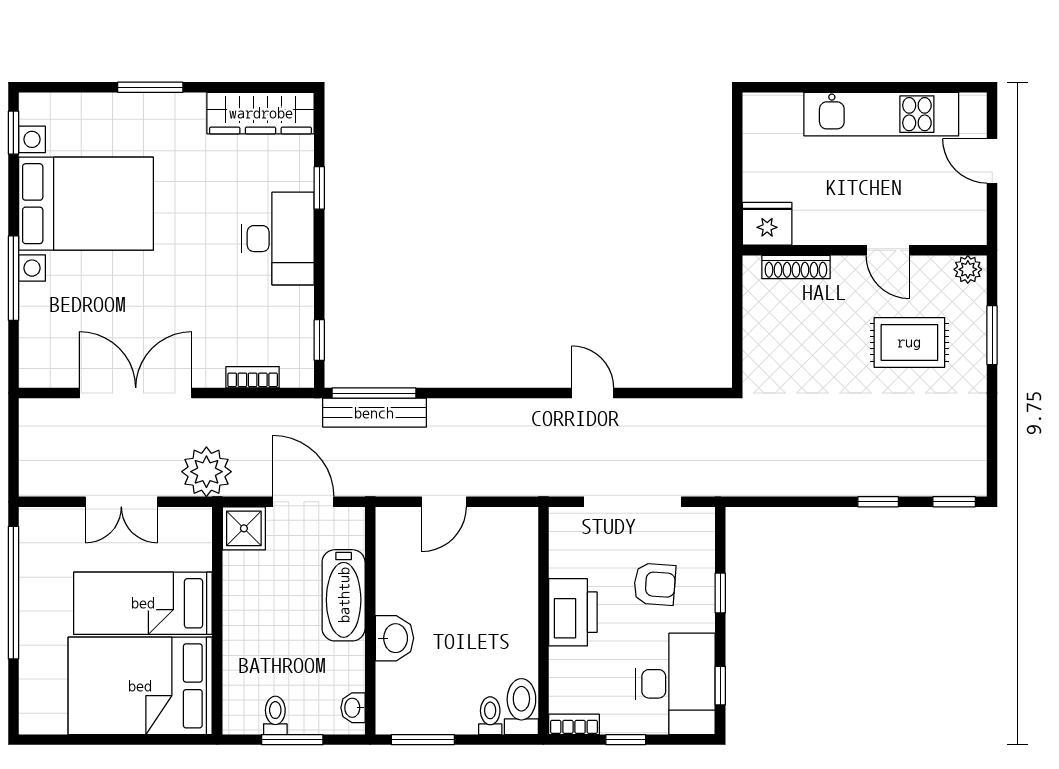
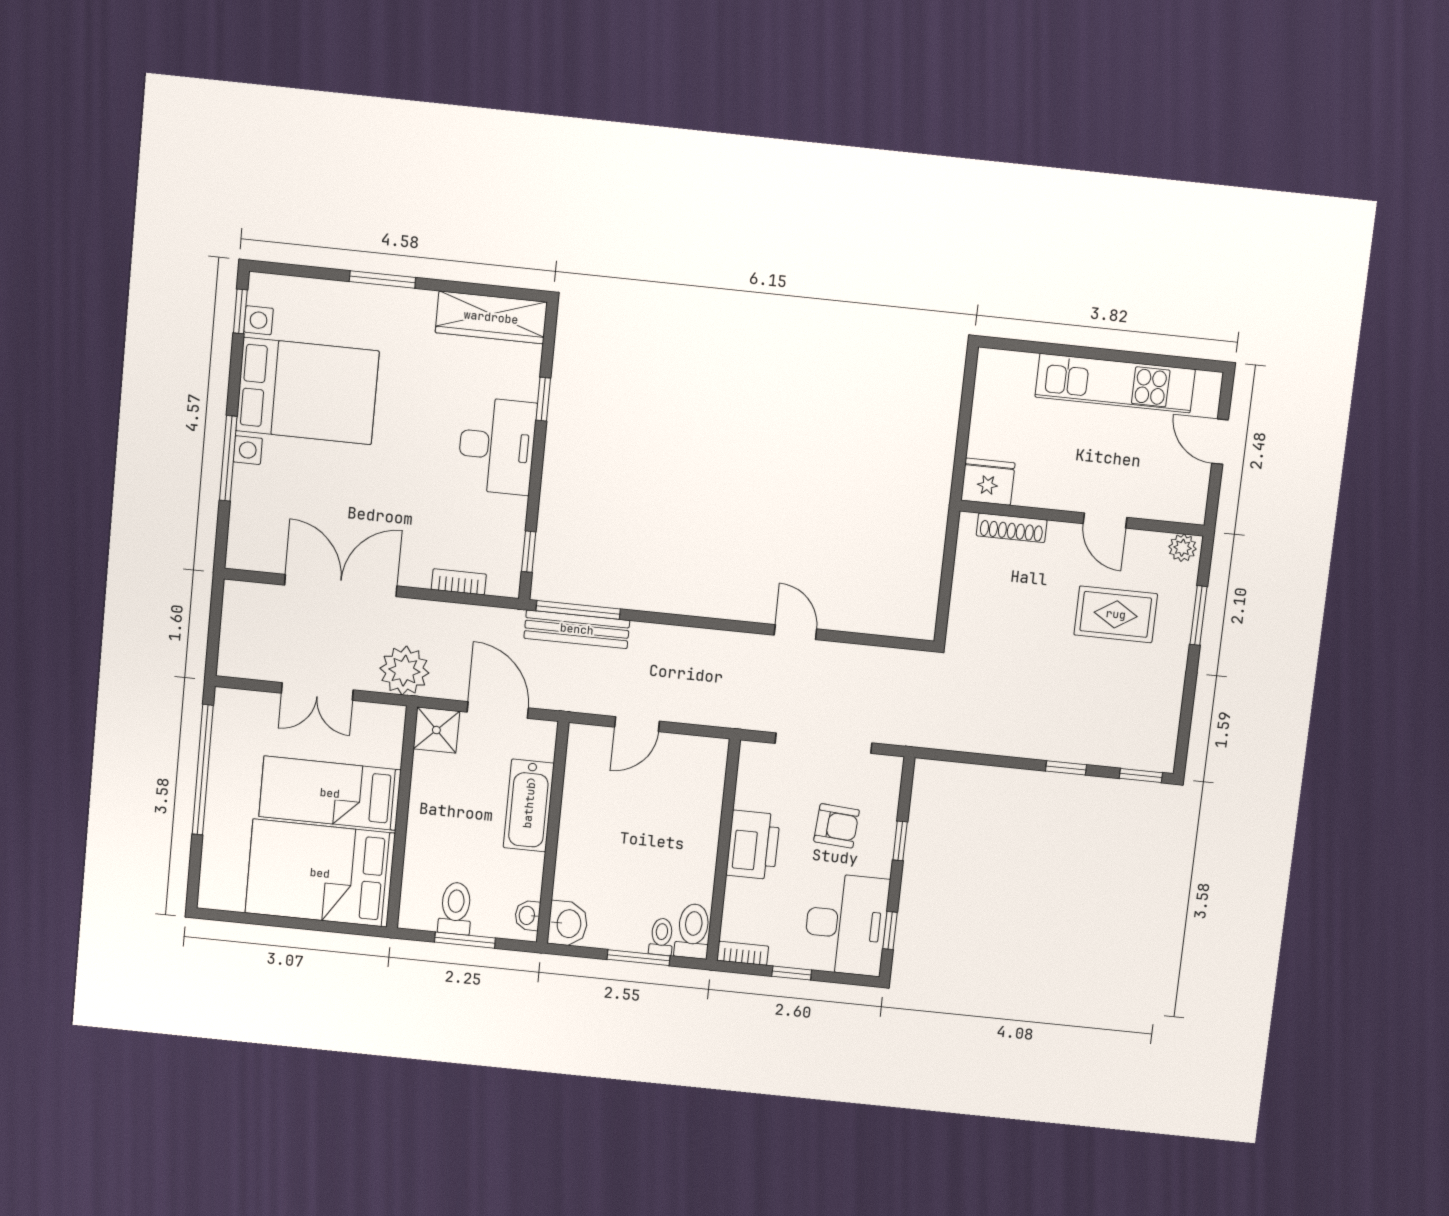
washbasin: (394, 638) -> (568, 924), moved
toilet: (275, 715) -> (455, 908), width x1.37, depth x1.39
window: (423, 740) -> (638, 958), moved

